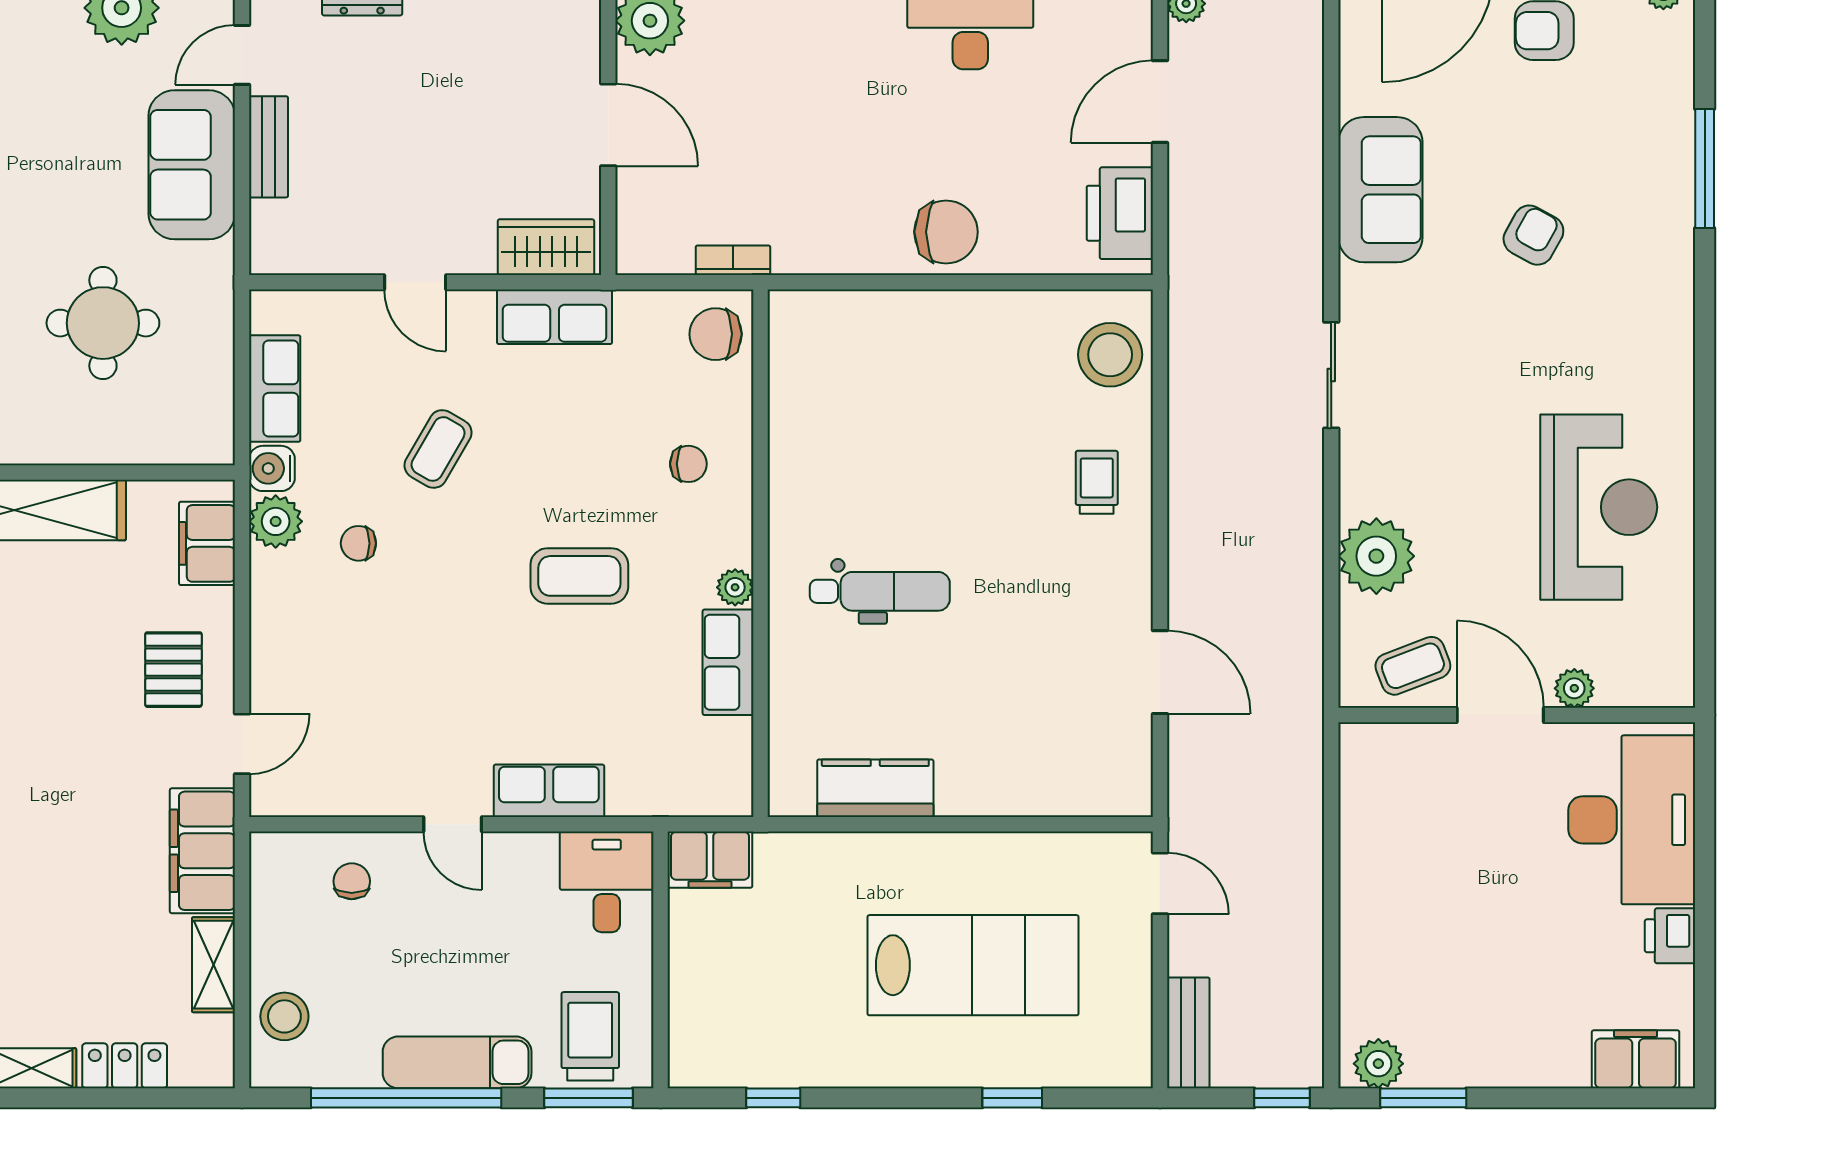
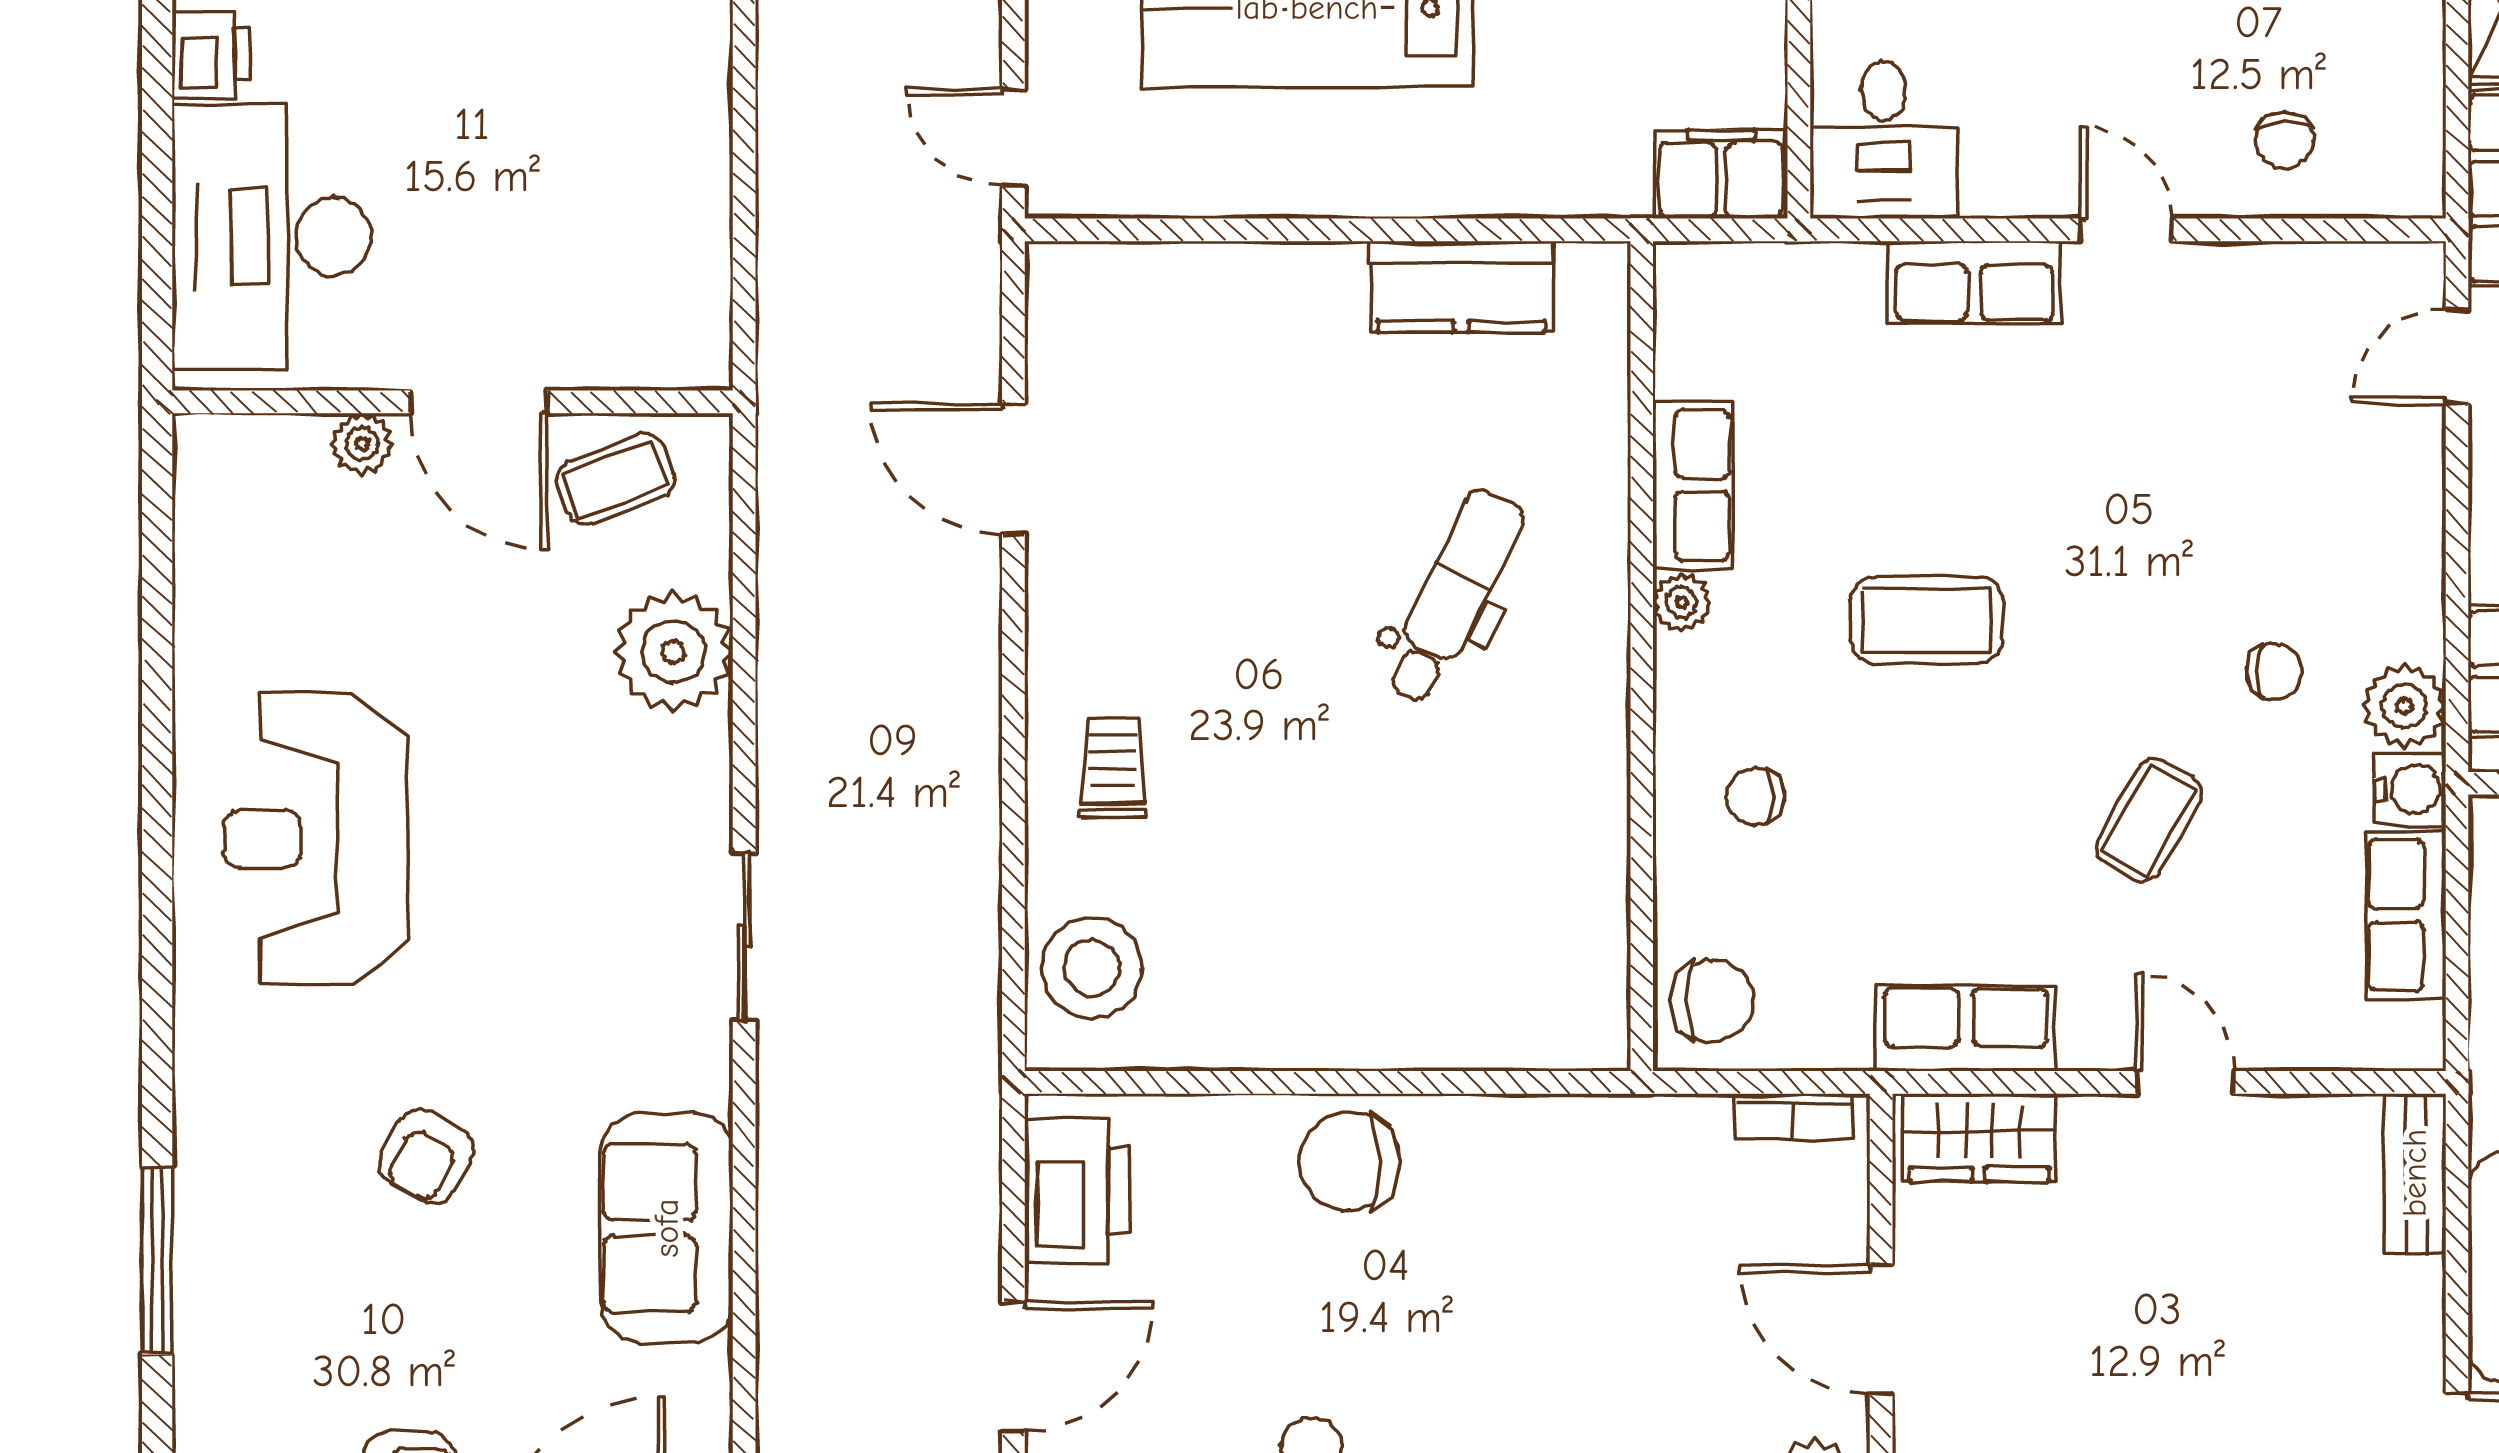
bench: (269, 147) -> (2415, 1173), moved
bookcase: (733, 260) -> (1793, 1117), moved
trolley: (1097, 482) -> (1113, 768), turned 180
reception desk: (1599, 507) -> (316, 839), moved
dental chair: (880, 591) -> (1454, 596), turned 116

